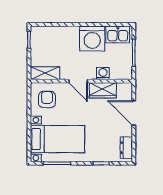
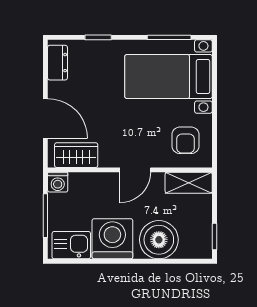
boiler: (63, 38) -> (159, 240), added
washing machine: (103, 74) -> (58, 182), moved
door: (78, 81) -> (135, 170), swing flipped
wardrobe: (103, 90) -> (76, 155), moved

